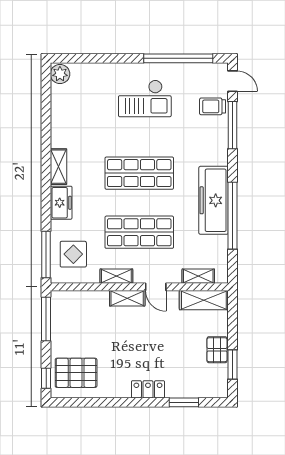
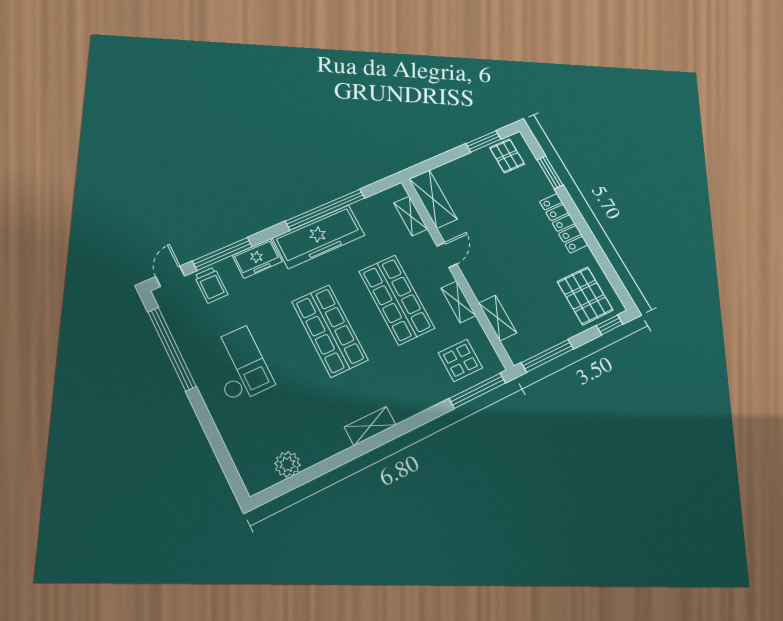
plant: (60, 74) -> (287, 464), moved
freezer: (61, 203) -> (257, 258), moved, turned 180
shelving: (127, 298) -> (498, 318), moved
pallet: (217, 350) -> (507, 156), moved, turned 90
locker: (148, 389) -> (564, 223), width x1.53

